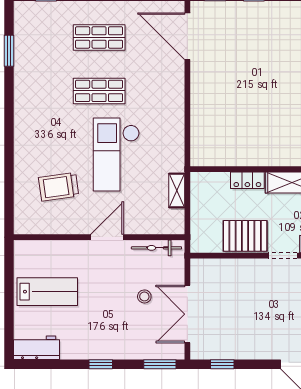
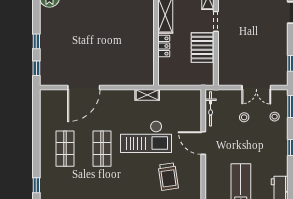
door: (187, 36) -> (84, 88), moved
shelving: (177, 191) -> (147, 95), moved
double door: (187, 314) -> (256, 88), width x0.73
stool: (145, 340) -> (275, 117), added

